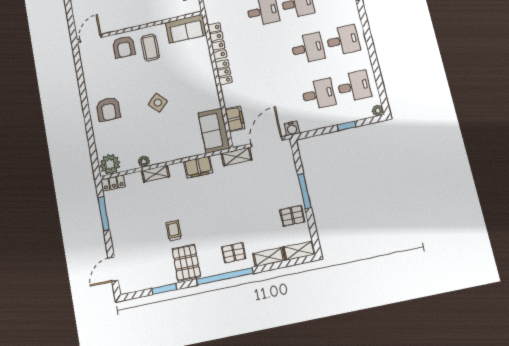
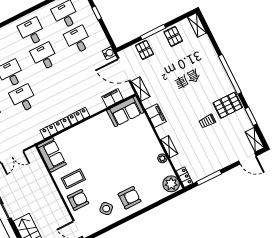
side table: (158, 103) -> (106, 209), moved
pallet: (234, 253) -> (144, 50), moved
shelving: (269, 257) -> (255, 140), moved

